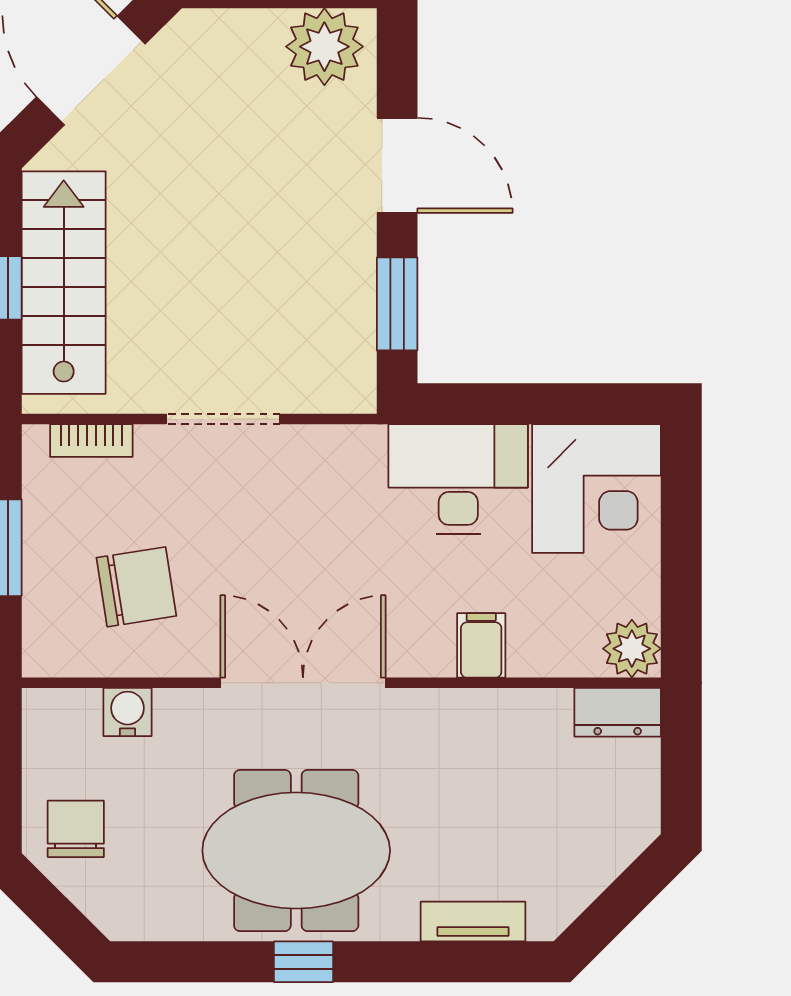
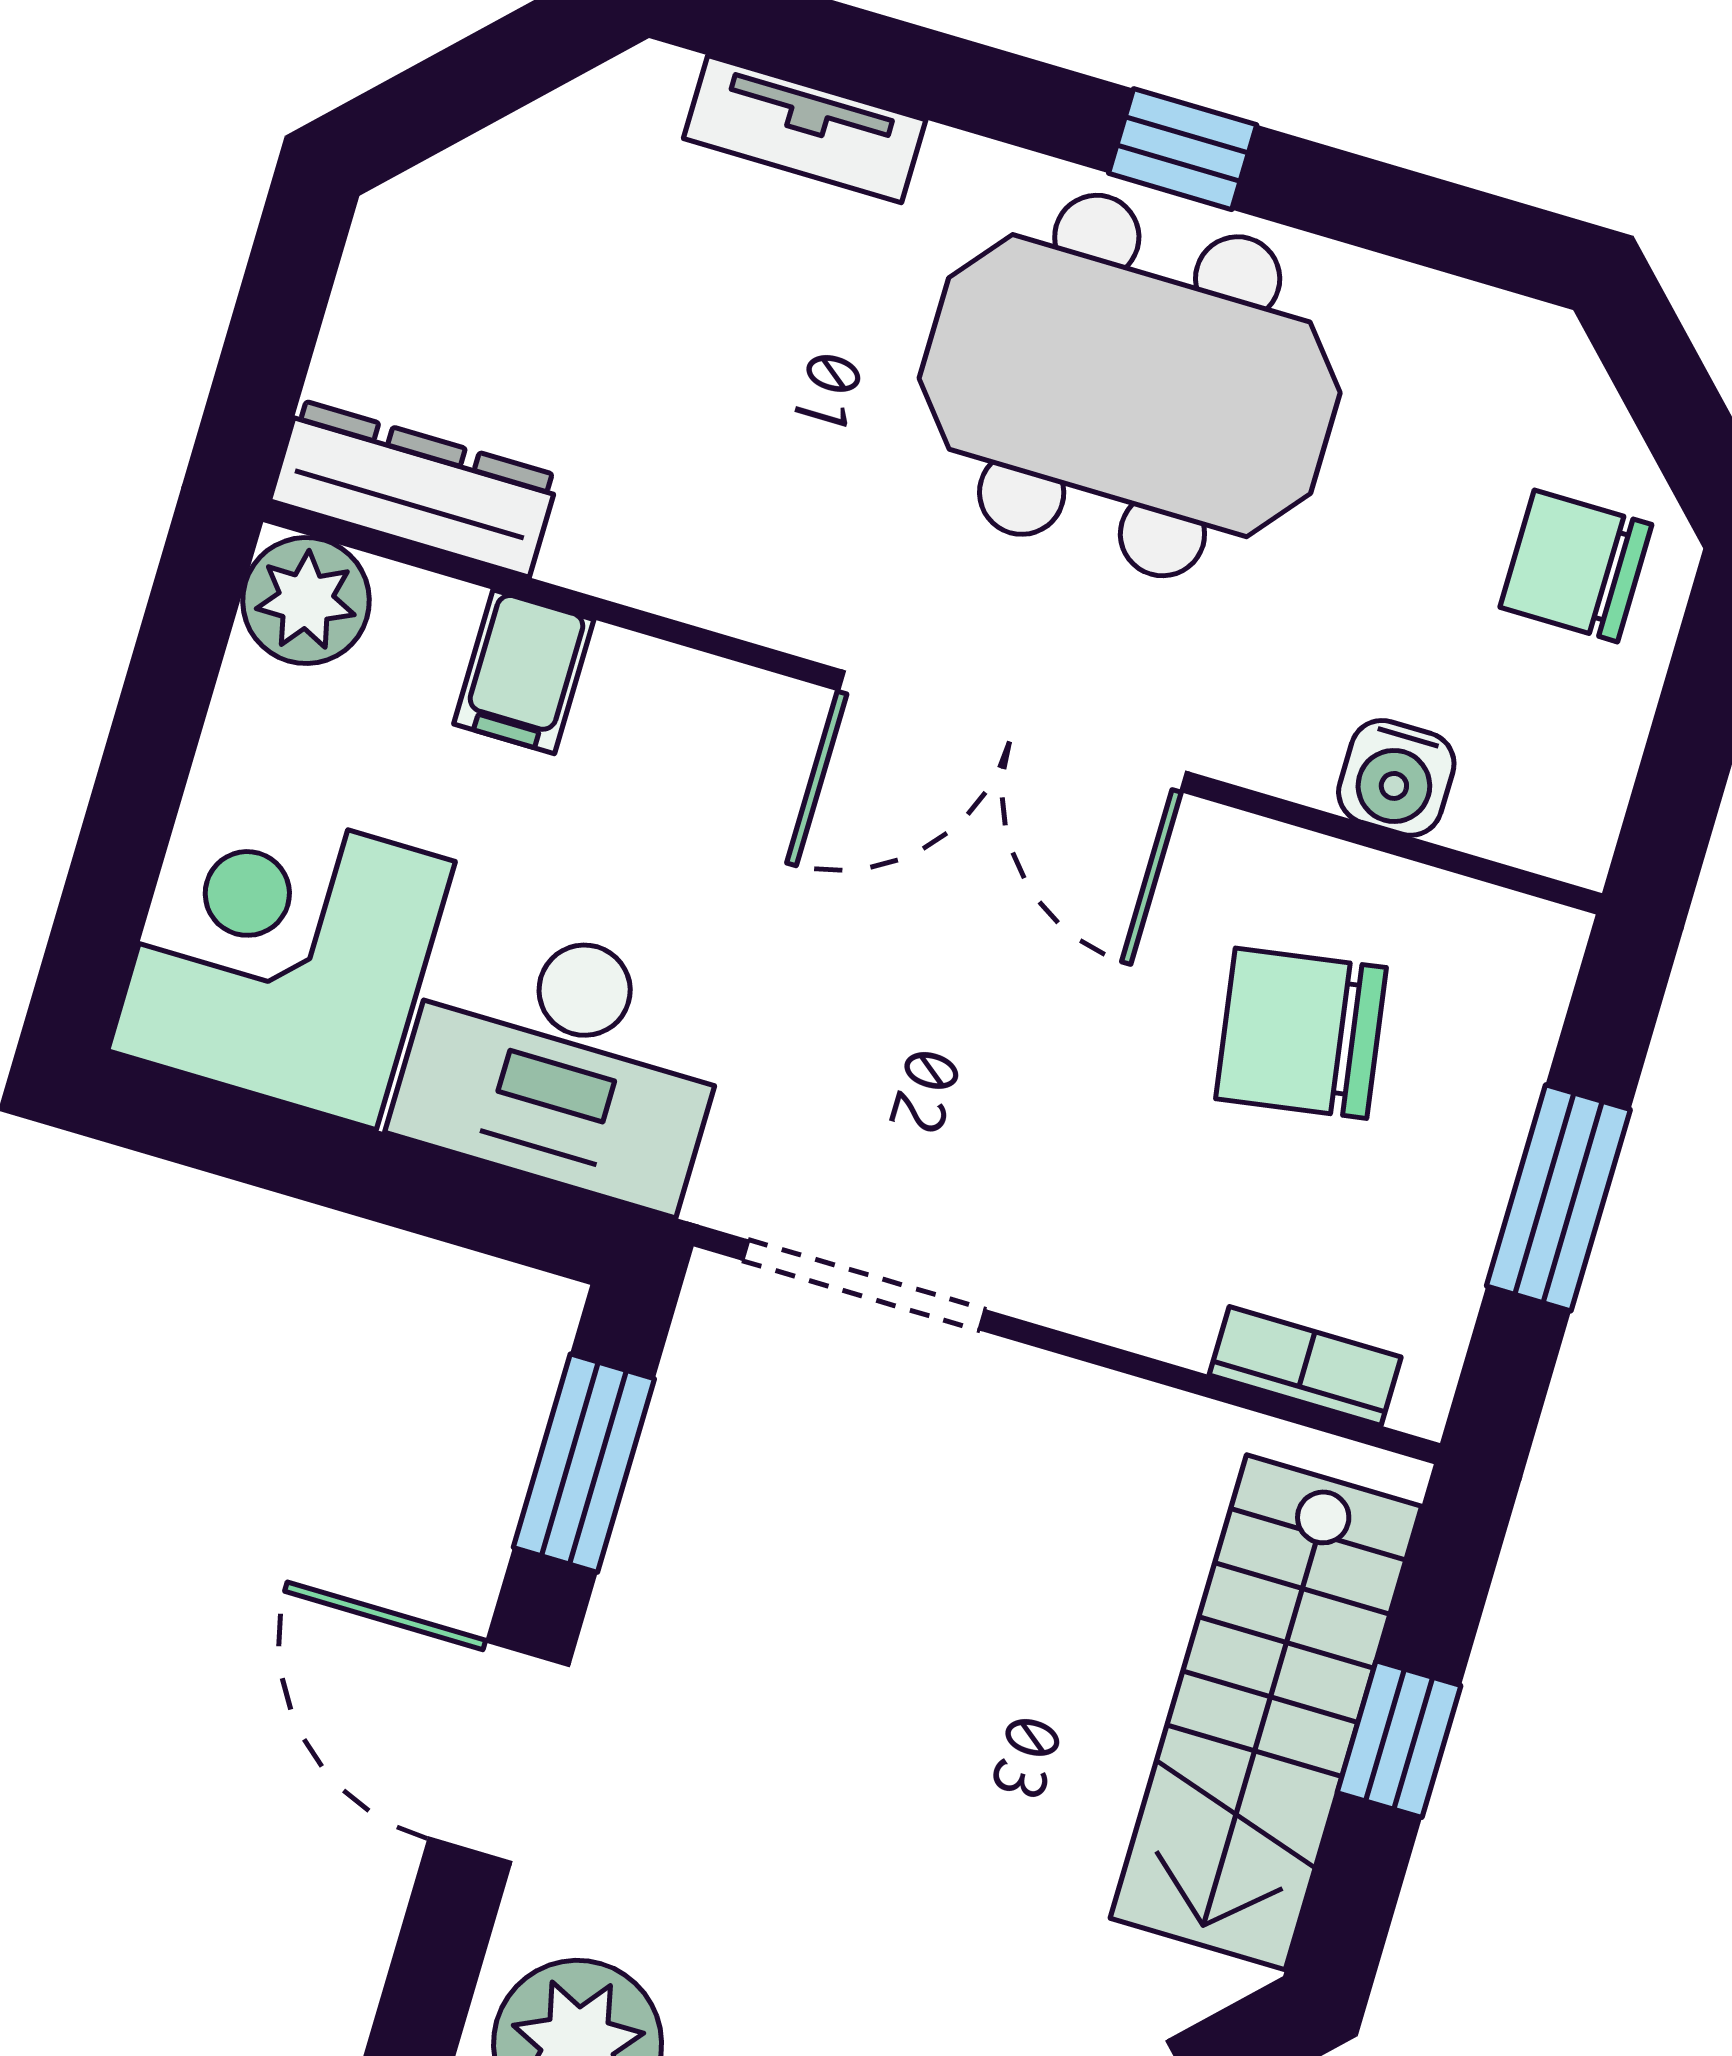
doorway: (223, 419) -> (864, 1285), moved
filing cabinet: (481, 645) -> (524, 672), moved
dresser: (618, 712) -> (414, 488), width x1.44
chair: (76, 829) -> (1576, 566), turned 90

